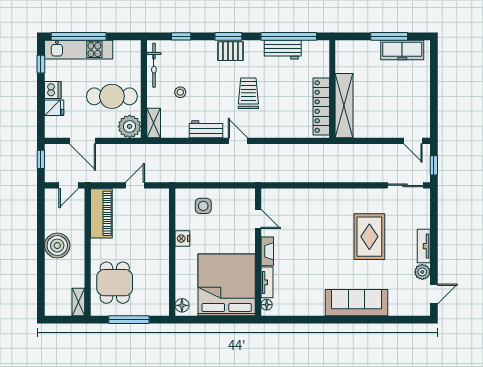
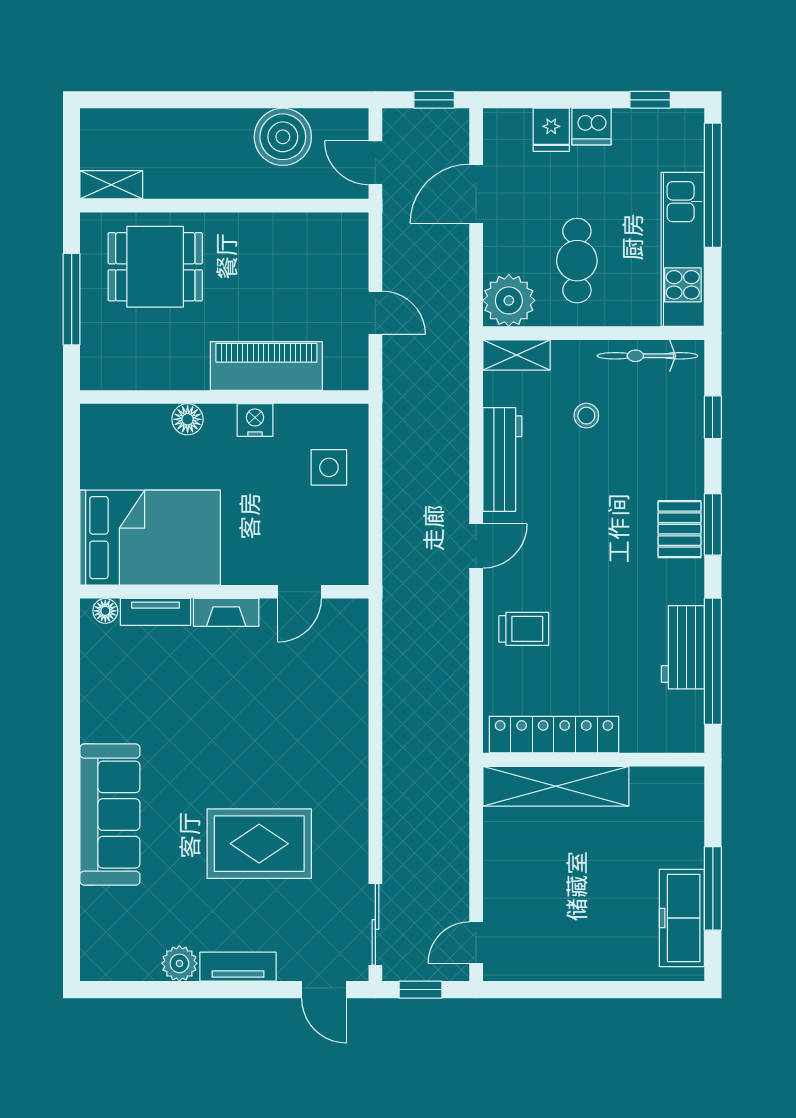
kitchen unit: (79, 50) -> (683, 249), moved
trolley: (248, 93) -> (524, 629), moved, width x0.73, depth x0.72
cafe table: (112, 96) -> (577, 261), width x0.73, depth x0.74
workbench: (206, 129) -> (502, 459), width x1.38
piano: (101, 213) -> (266, 366), moved, turned 180
boiler: (57, 246) -> (283, 137), moved
bed: (227, 285) -> (150, 538), width x0.73
door: (434, 294) -> (324, 990), moved
floor lamp: (182, 305) -> (188, 419), moved

